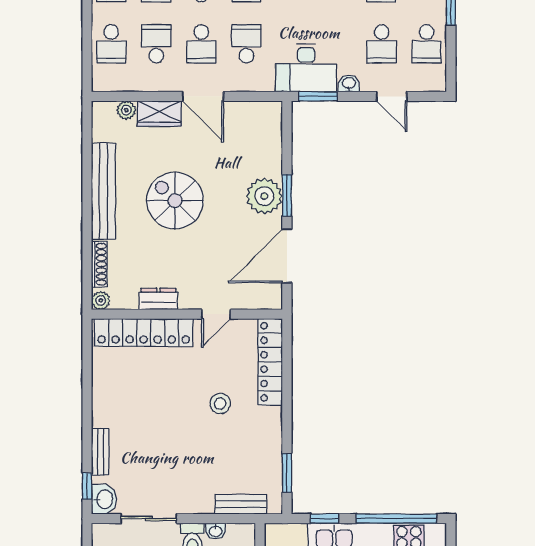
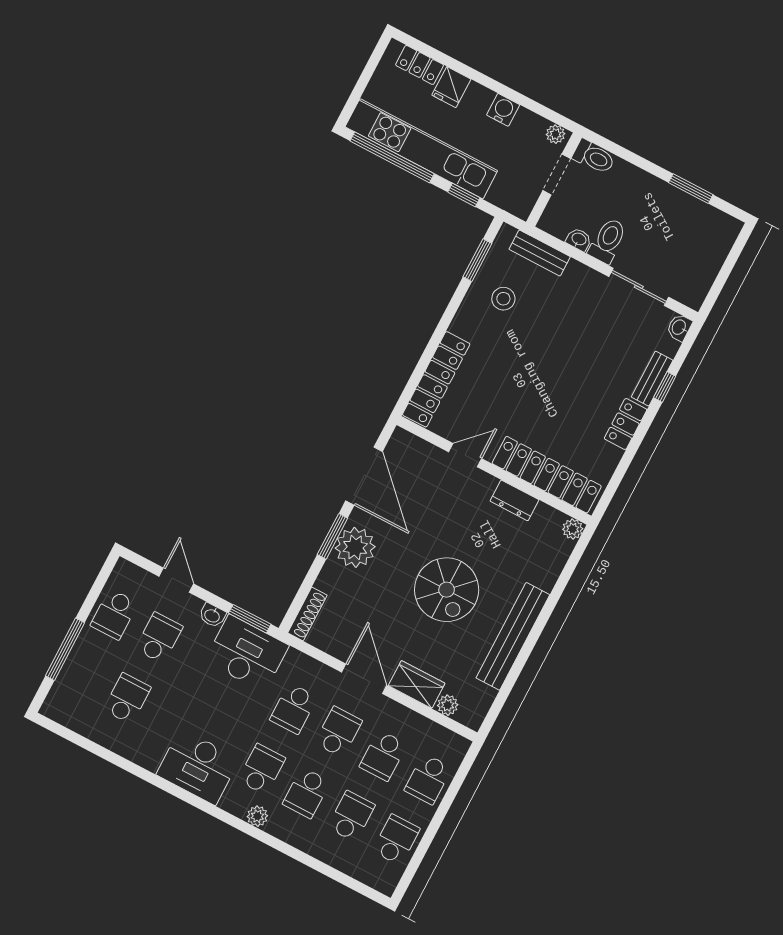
school desk: (111, 44) -> (428, 779), turned 180
school desk: (427, 44) -> (114, 614), turned 180
door: (287, 256) -> (364, 476), hinge flipped
shoe rack: (99, 264) -> (307, 614), moved, turned 180
stool: (220, 404) -> (503, 299), moved
locker: (102, 405) -> (626, 424), added
window: (87, 486) -> (665, 387), moved
washbasin: (104, 499) -> (679, 327), width x0.72, depth x0.69

